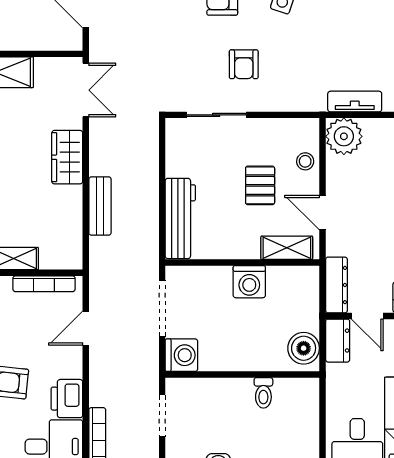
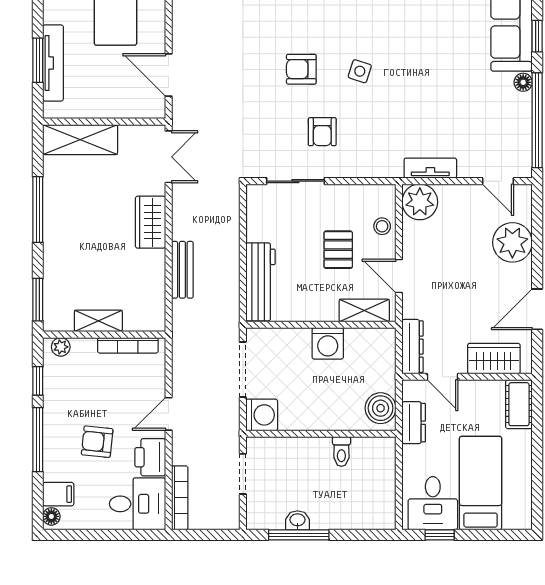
door: (86, 328) -> (169, 414), moved
dresser: (338, 341) -> (414, 423), moved

